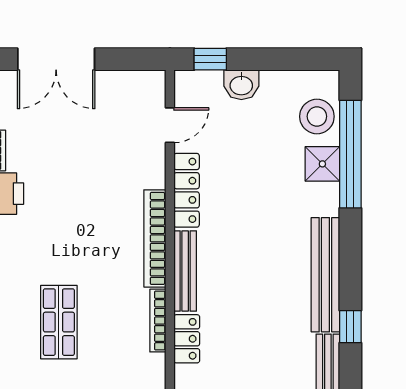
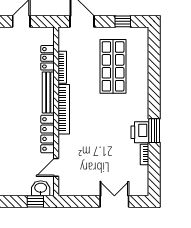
double door: (56, 59) -> (114, 201), width x0.73
washbasin: (241, 85) -> (41, 188), moved
shop shelf: (59, 322) -> (113, 66), width x1.43, depth x1.36

